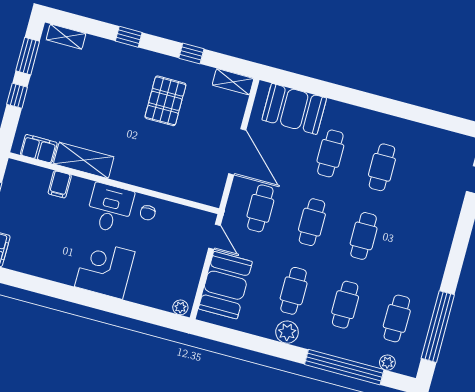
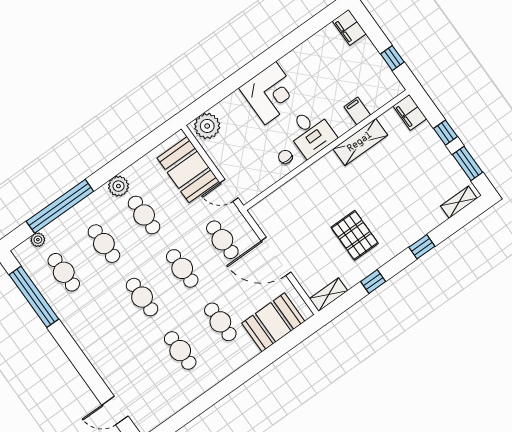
filing cabinet: (39, 149) -> (410, 112), moved, turned 90
plant: (180, 307) -> (207, 126), width x1.87, depth x1.87

